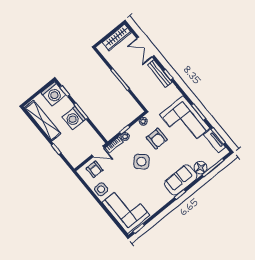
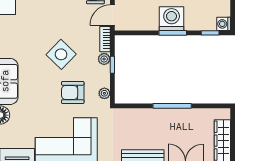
washing machine: (53, 94) -> (224, 24), width x0.53, depth x0.53

